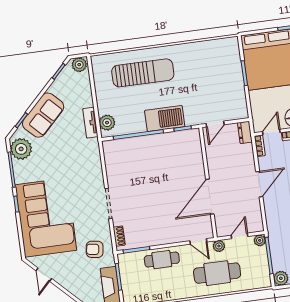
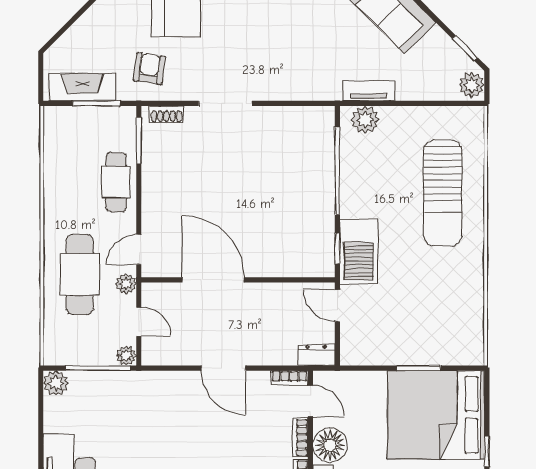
barbecue: (165, 119) -> (359, 251), moved

